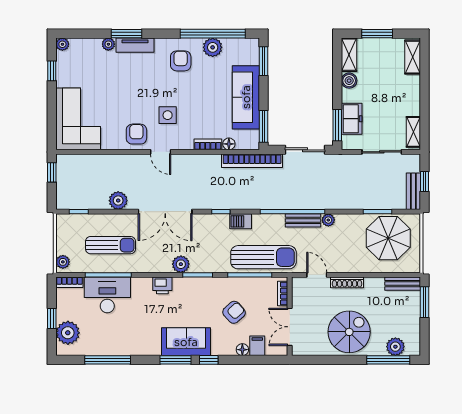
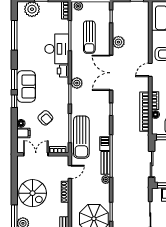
bookcase: (252, 161) -> (144, 112), moved
barbecue: (241, 221) -> (105, 144), moved
desk: (107, 295) -> (57, 49), moved

